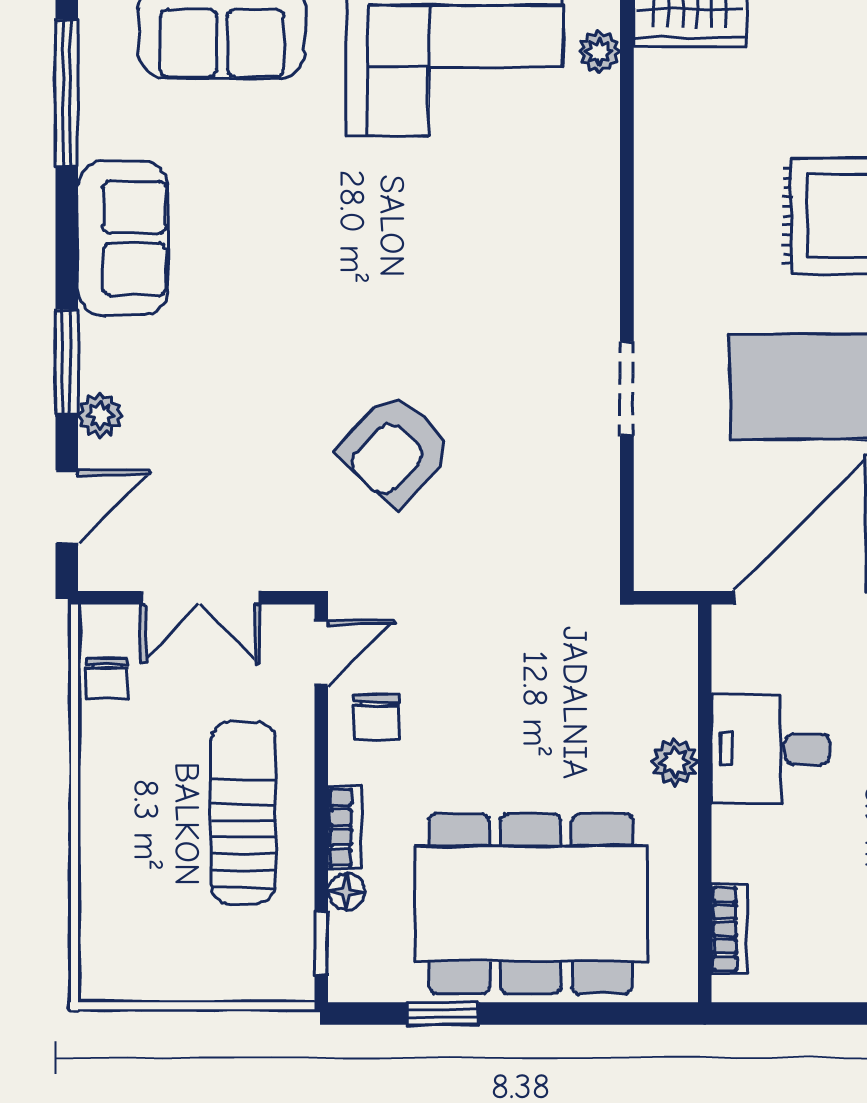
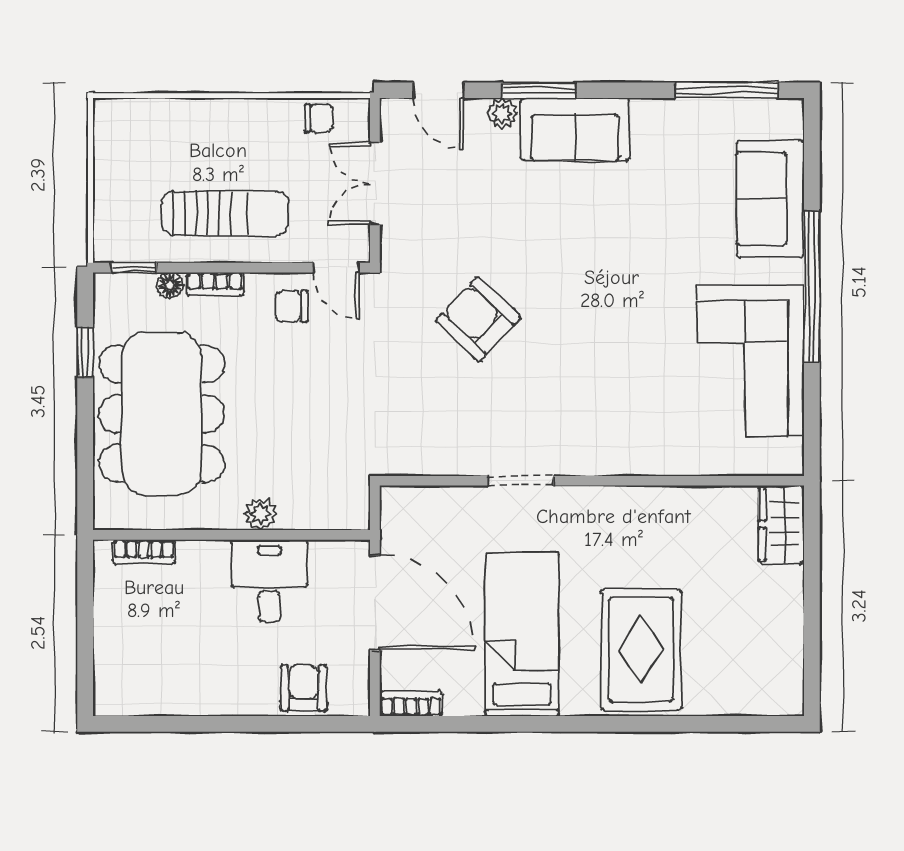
plant: (599, 52) -> (755, 461), removed
sofa: (123, 238) -> (575, 129), moved
chair: (107, 678) -> (319, 118), turned 180

